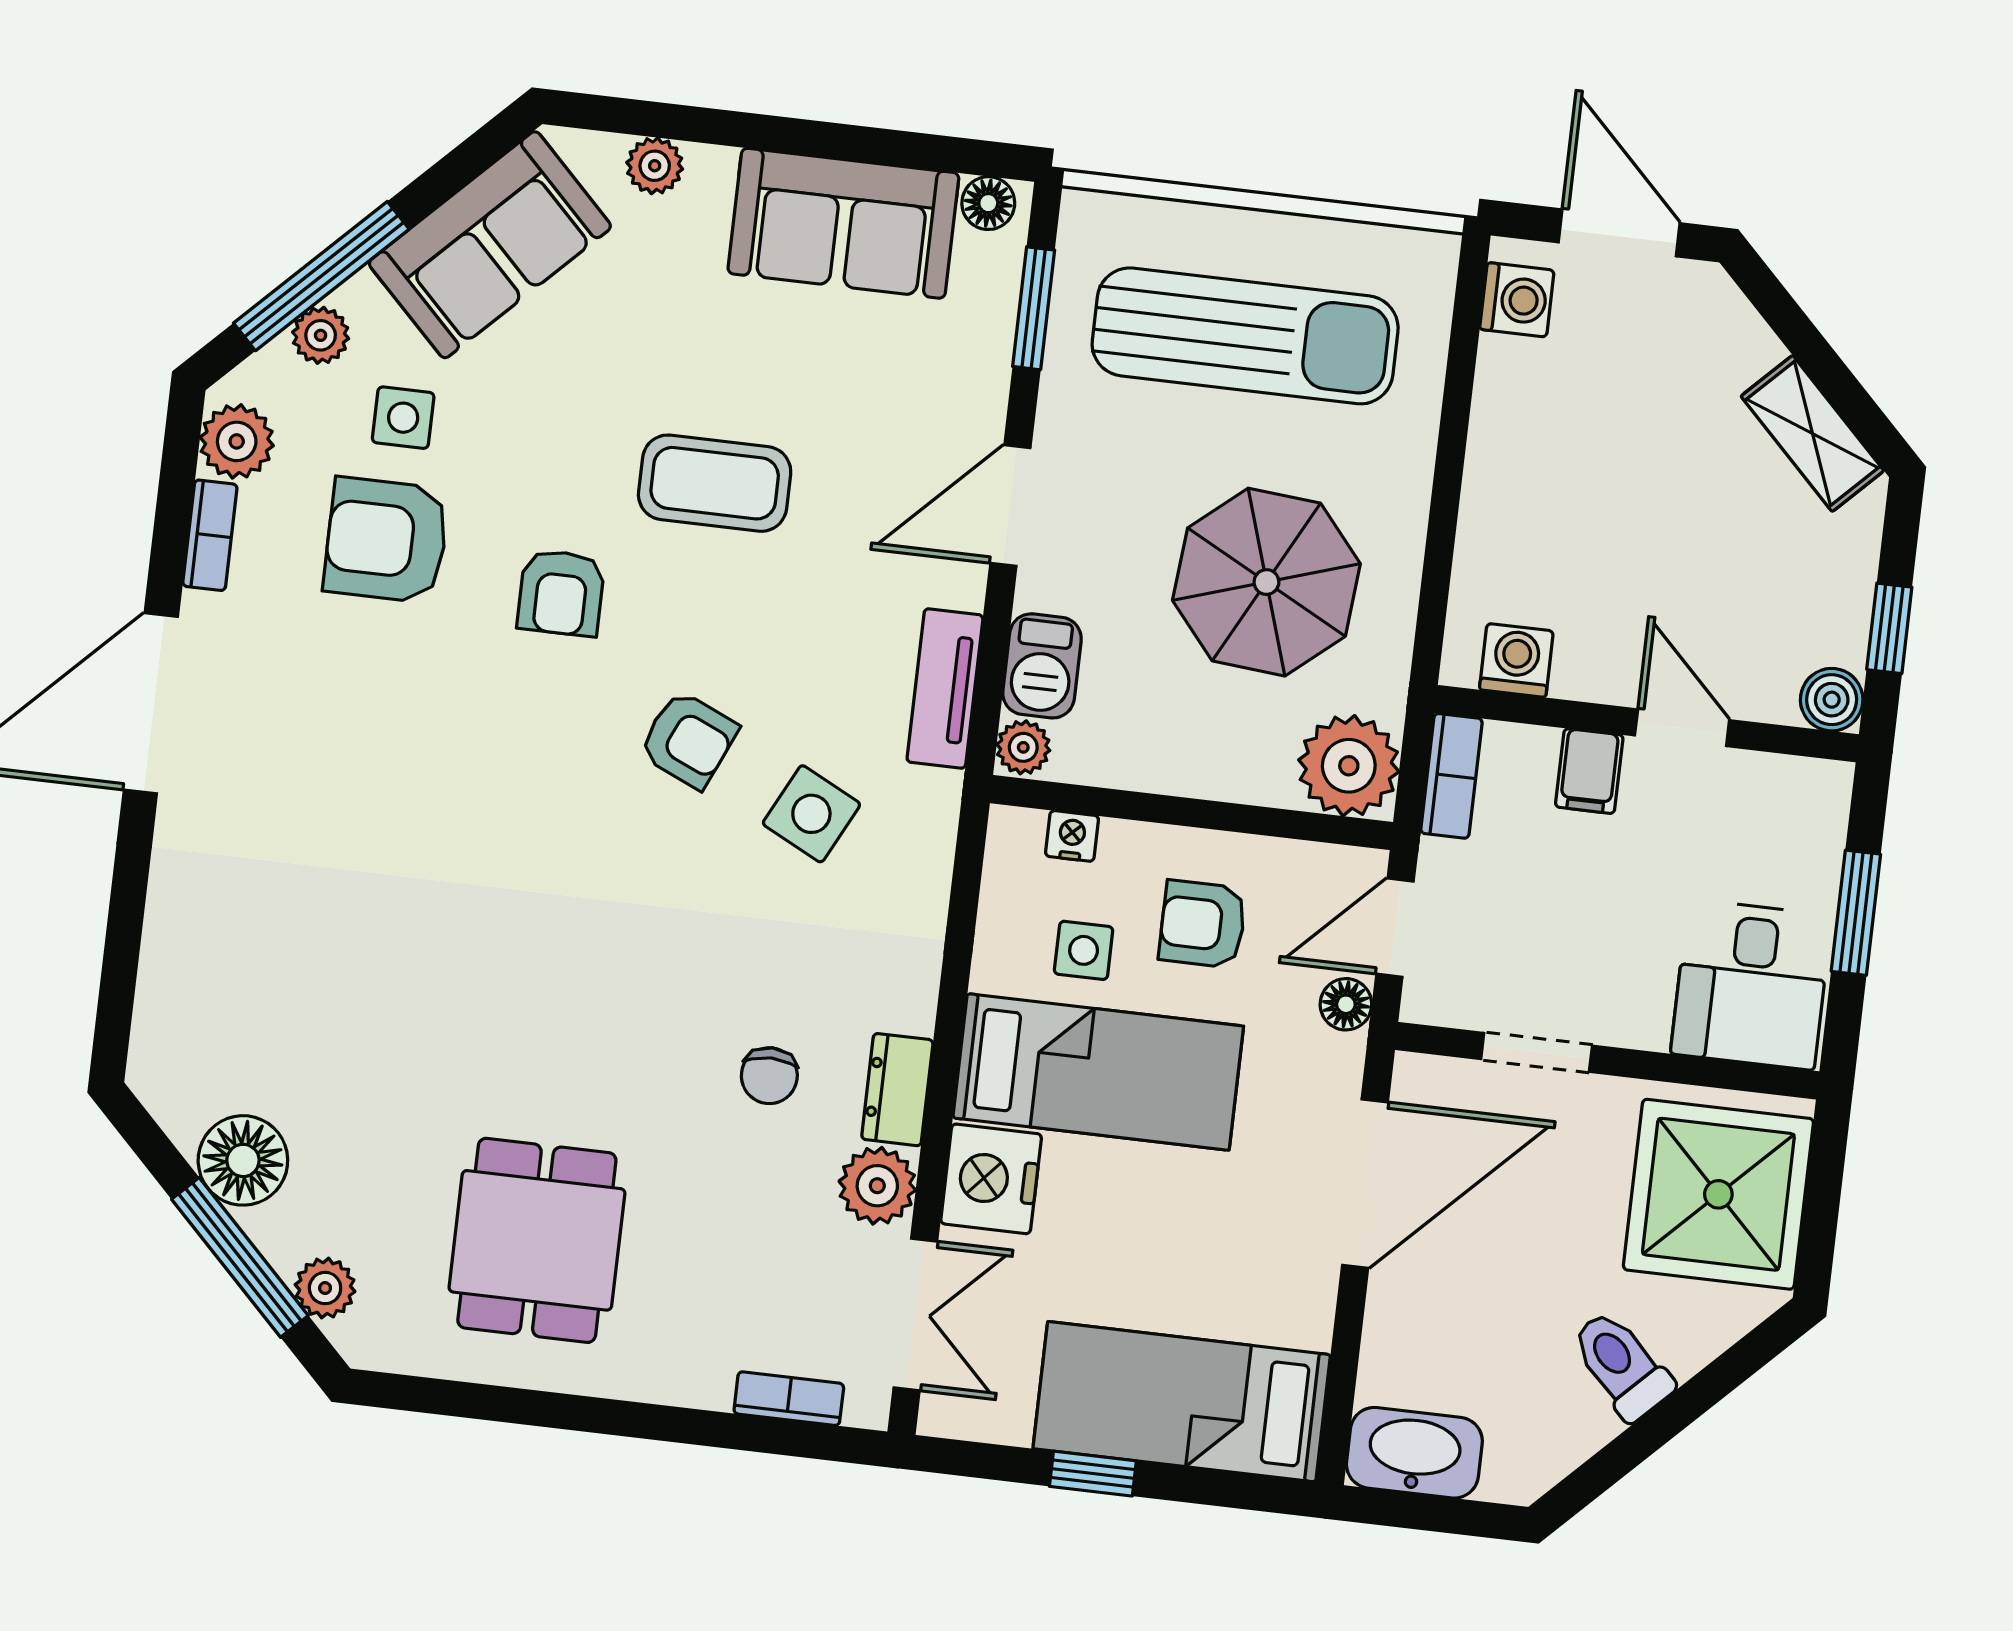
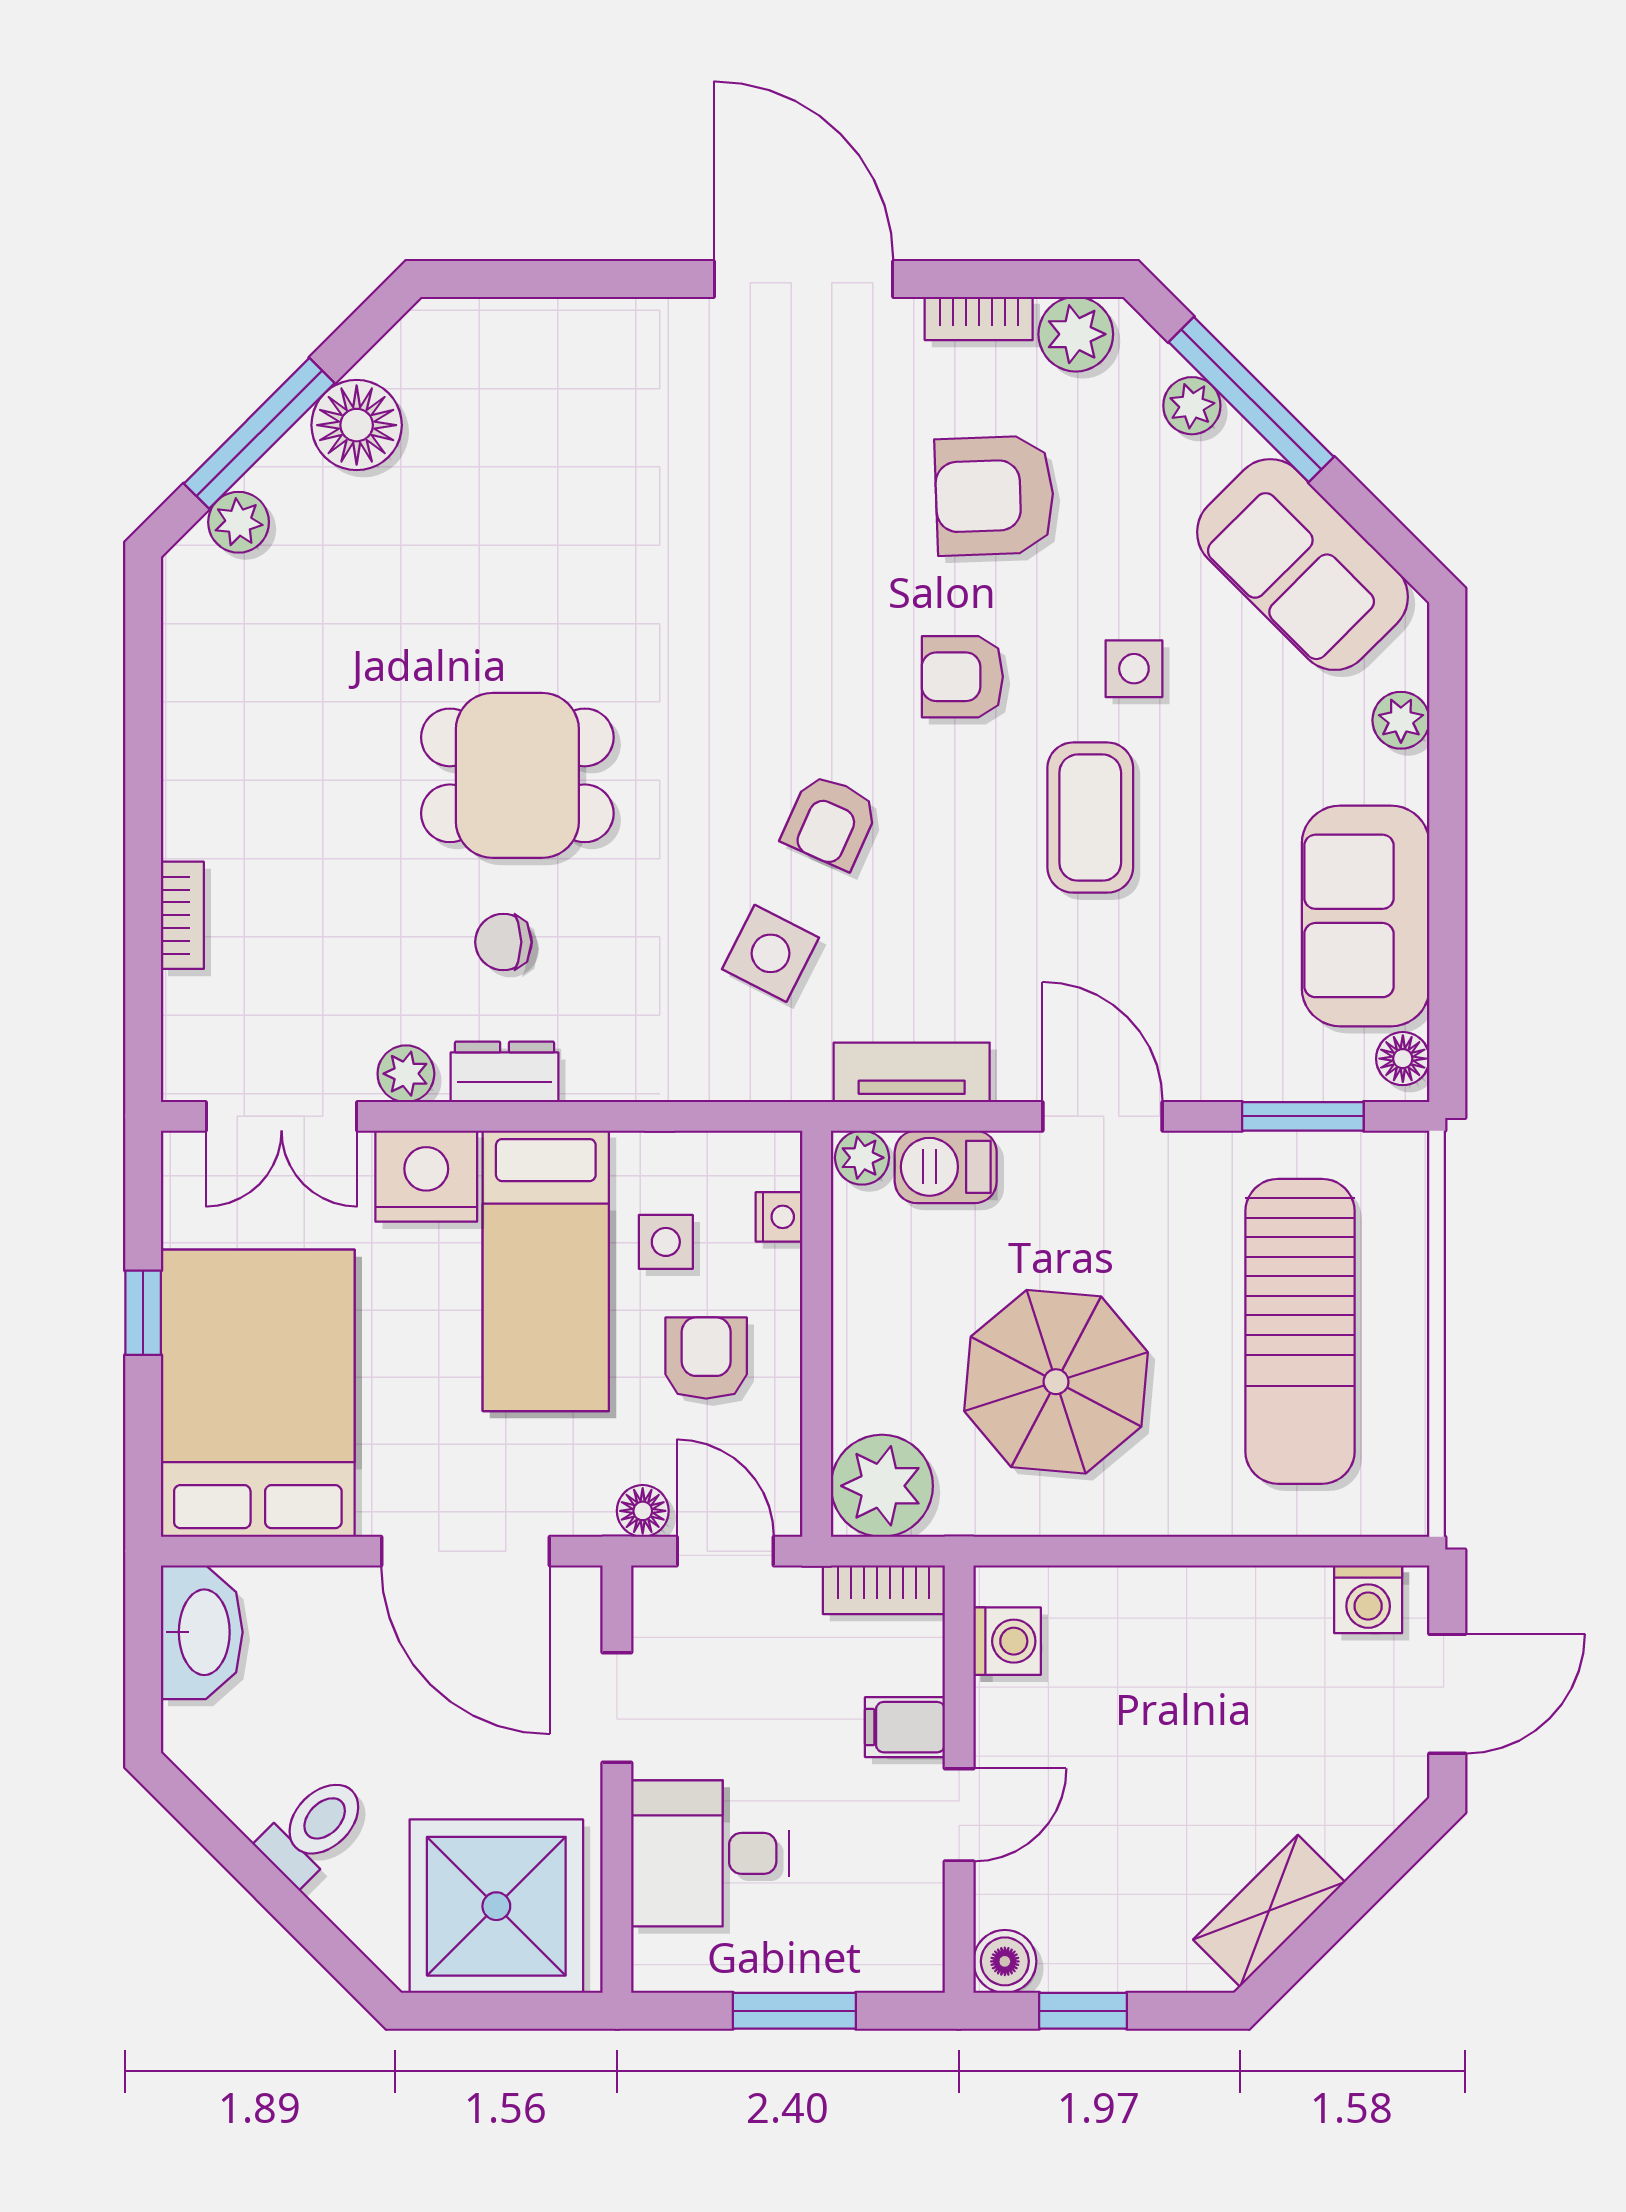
side table: (403, 418) -> (1134, 669), moved
armchair: (386, 540) -> (995, 496), turned -92
desk: (1751, 985) -> (710, 1853), moved
plant: (877, 1186) -> (406, 1074), width x0.73, depth x0.73
dining table: (537, 1240) -> (517, 775), moved
bookcase: (789, 1399) -> (182, 915), moved
bed: (1182, 1402) -> (258, 1393), width x1.50

